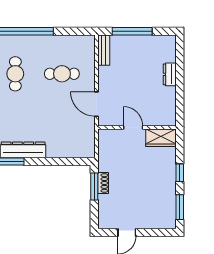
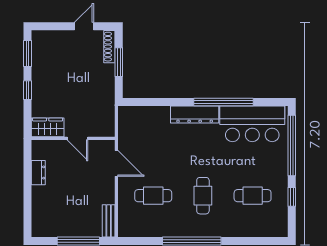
dresser: (170, 74) -> (38, 173), moved
shoe rack: (103, 183) -> (109, 47), moved, width x1.43
window: (94, 187) -> (119, 62), moved

